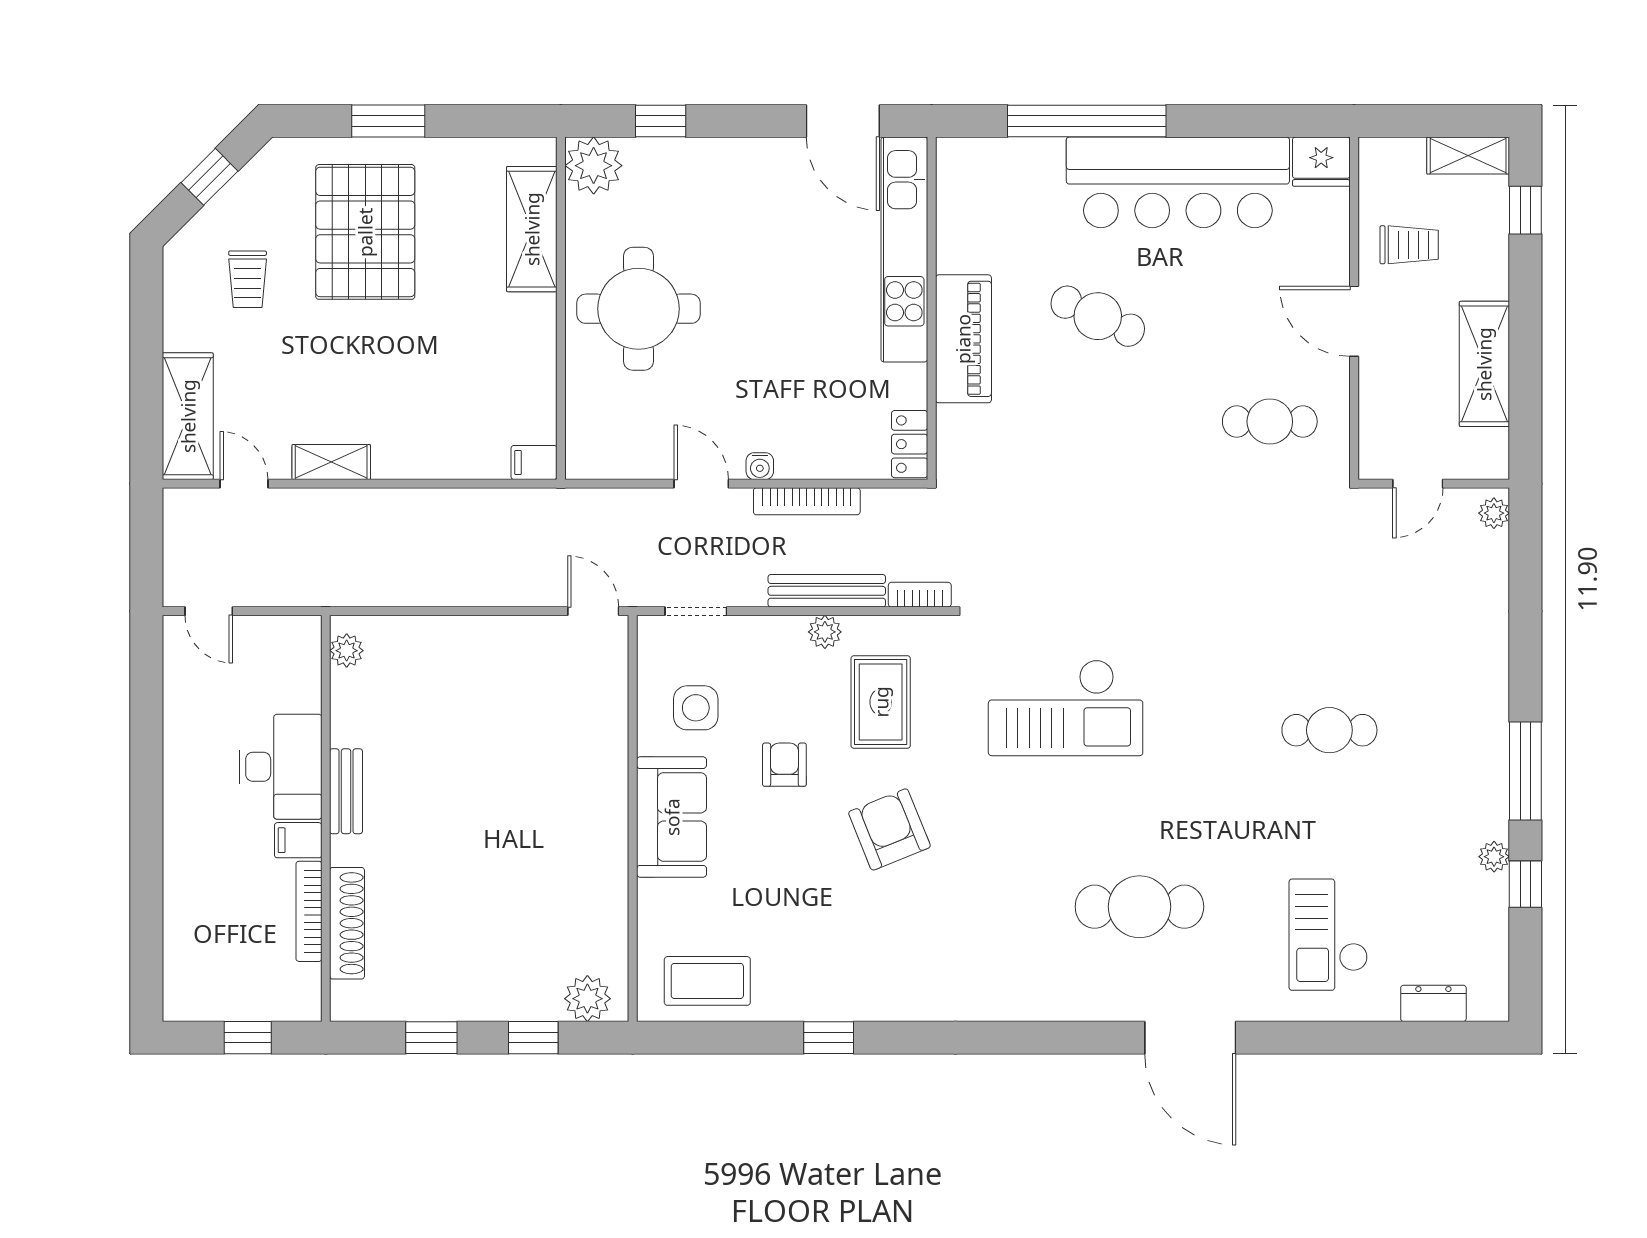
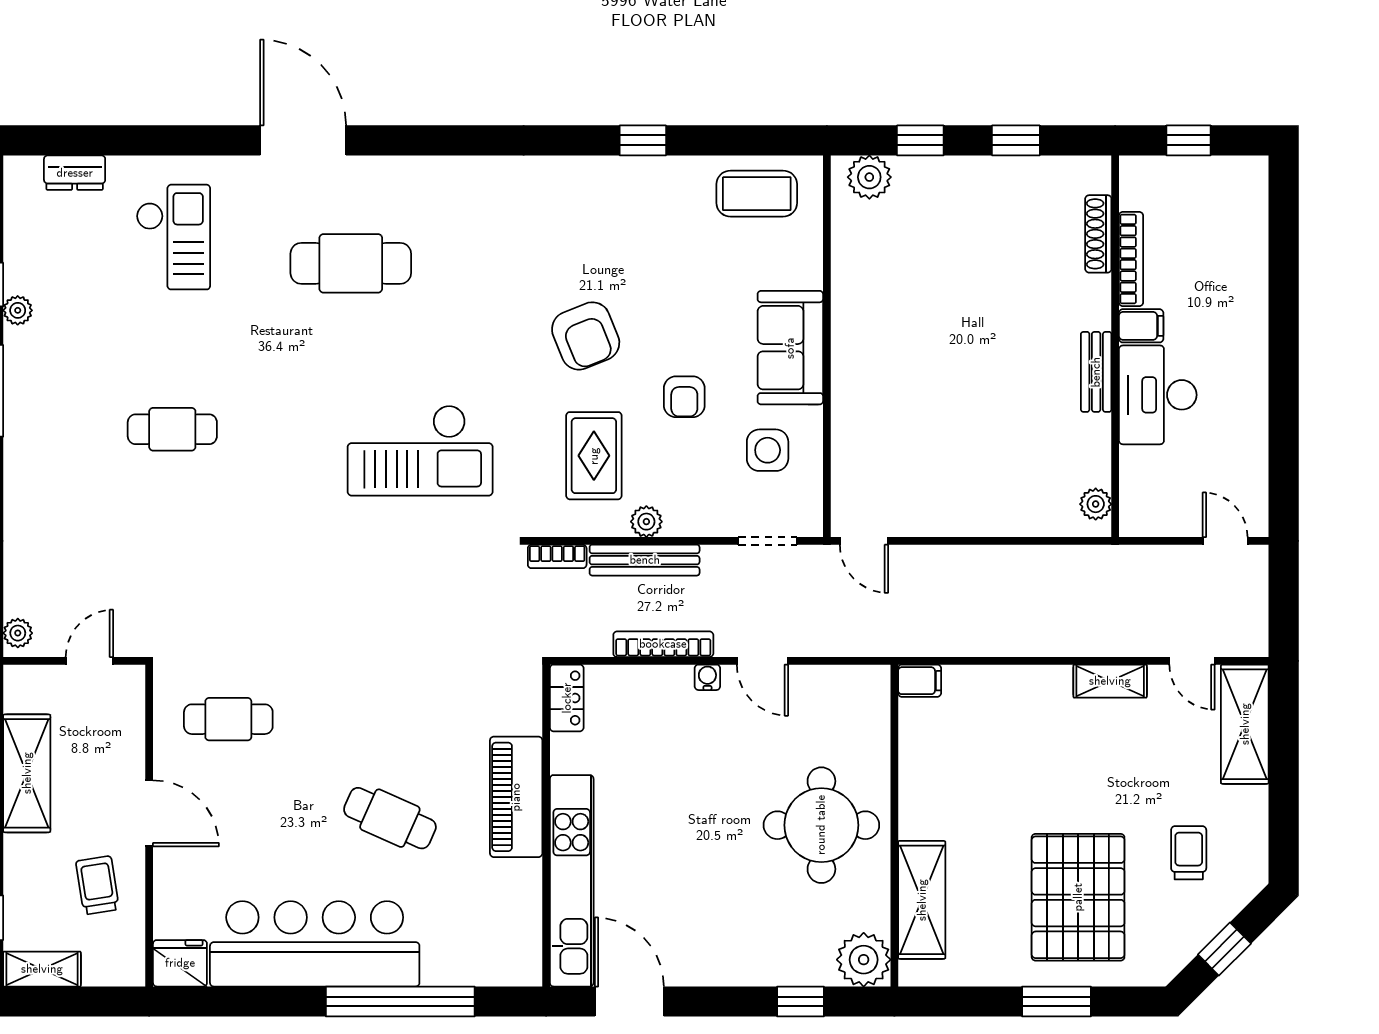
trolley: (1409, 245) -> (97, 885), turned 81
checkout: (1066, 708) -> (420, 450), turned 180
shoe rack: (347, 923) -> (1098, 234), width x0.74, depth x0.81

